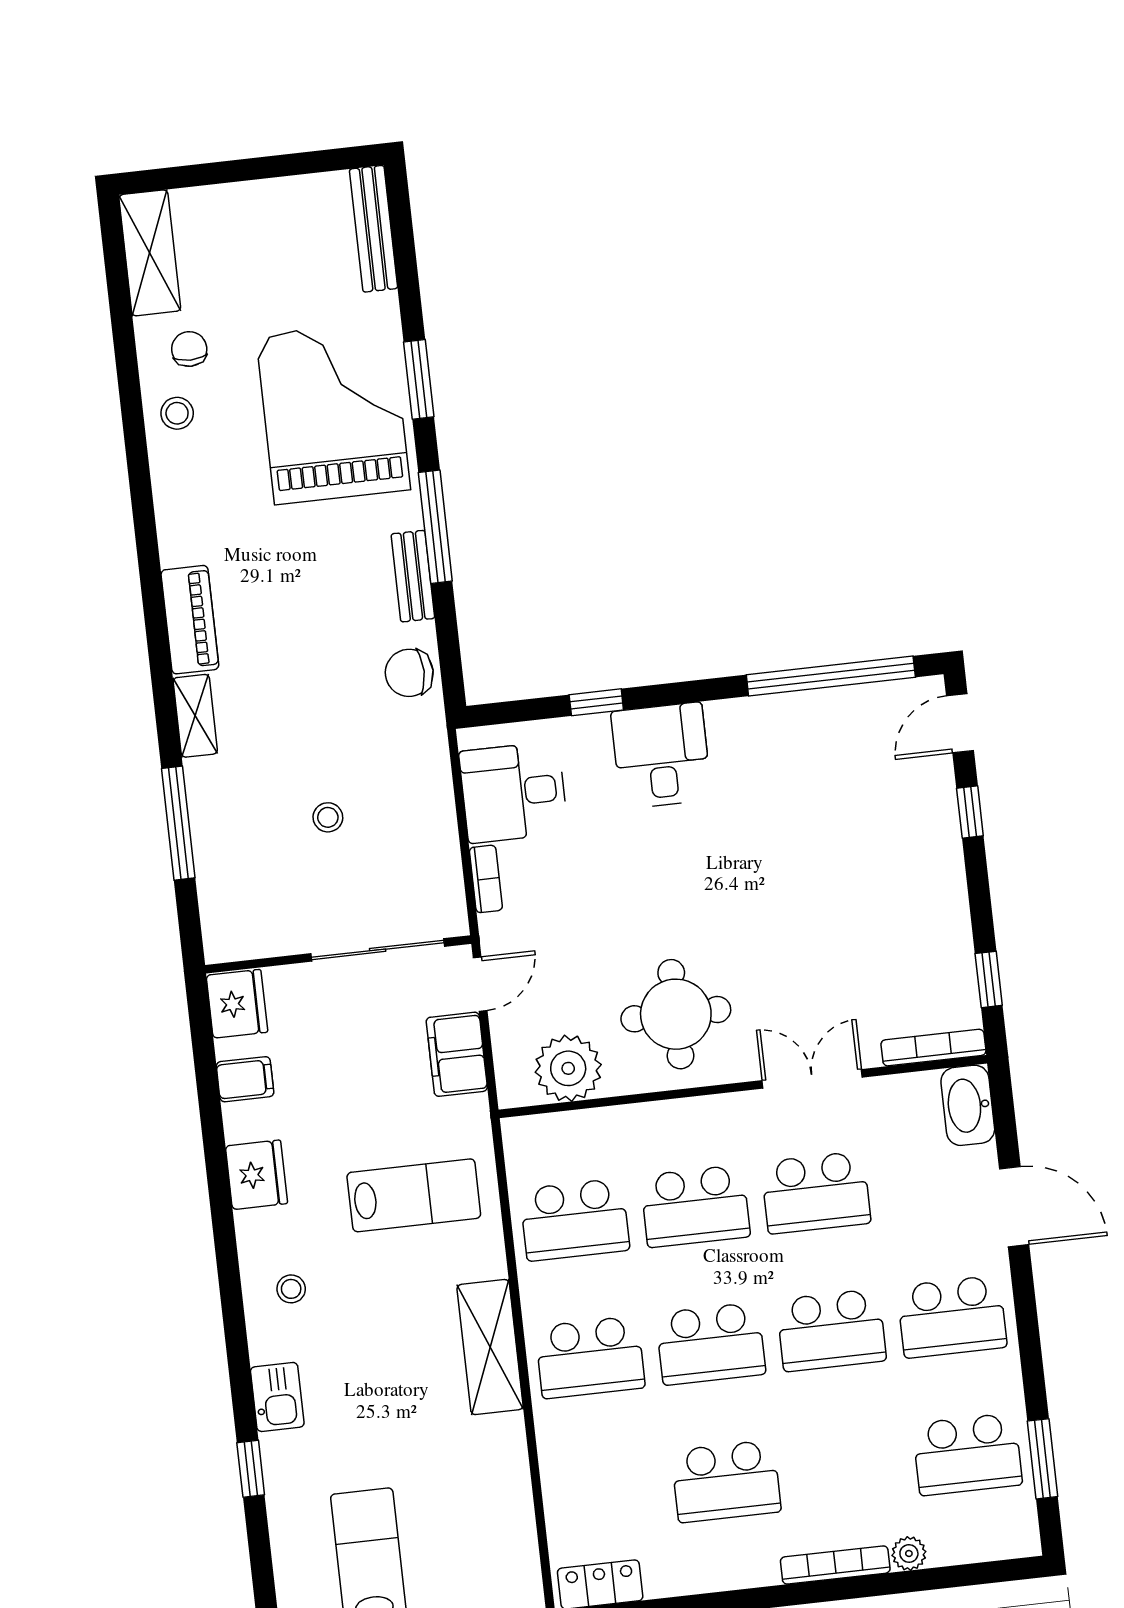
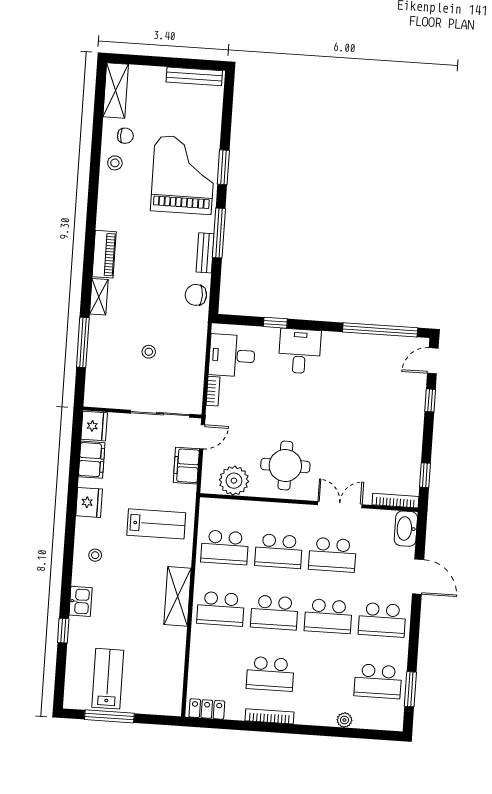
bench: (374, 229) -> (194, 76), moved, turned 90
chair: (189, 349) -> (125, 136), turned 90
filing cabinet: (245, 1079) -> (92, 460), width x2.00
bookcase: (835, 1565) -> (270, 716), moved

